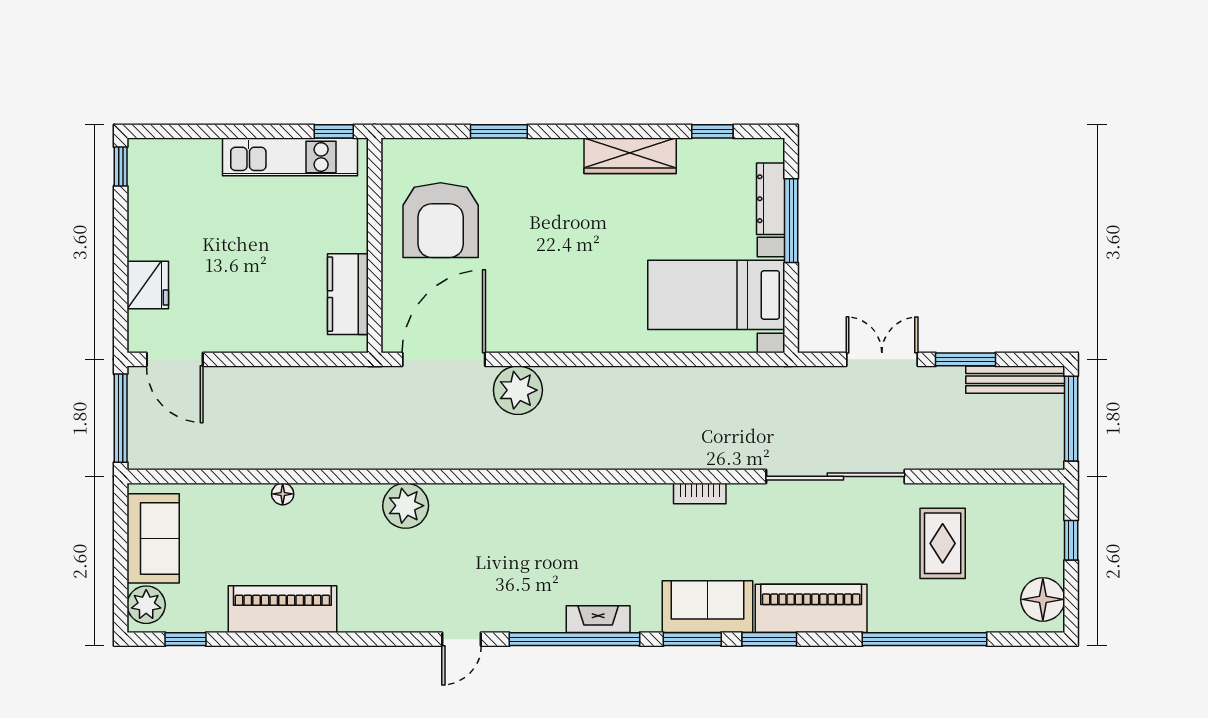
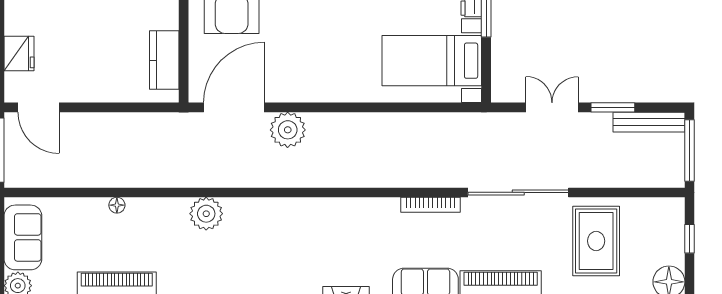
bookcase: (700, 493) -> (430, 205), width x1.56
rug: (943, 543) -> (596, 241), width x1.36, depth x1.43

